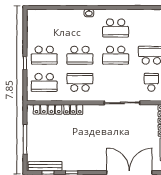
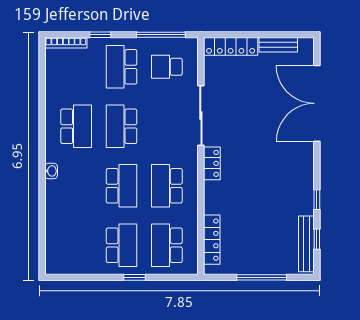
school desk: (116, 55) -> (121, 126), turned 180
school desk: (44, 82) -> (167, 245), turned 180
locker: (73, 109) -> (212, 163), moved

